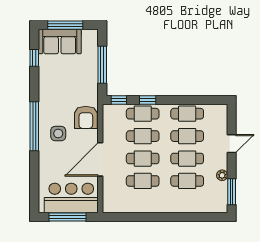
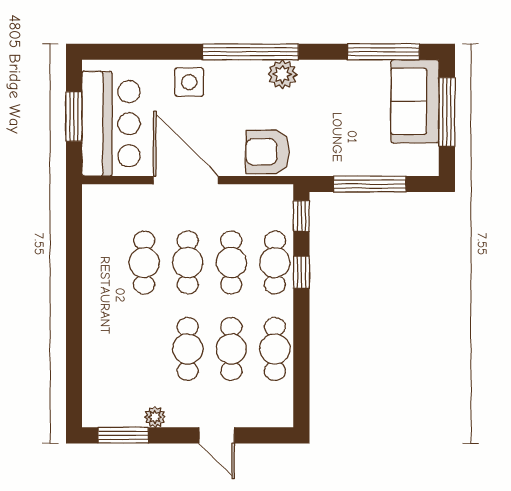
window: (34, 58) -> (383, 52), width x2.17
plant: (46, 110) -> (282, 74), added
side table: (58, 134) -> (189, 82), moved
cafe table: (187, 181) -> (144, 349), removed
window: (68, 217) -> (74, 116), width x0.69

